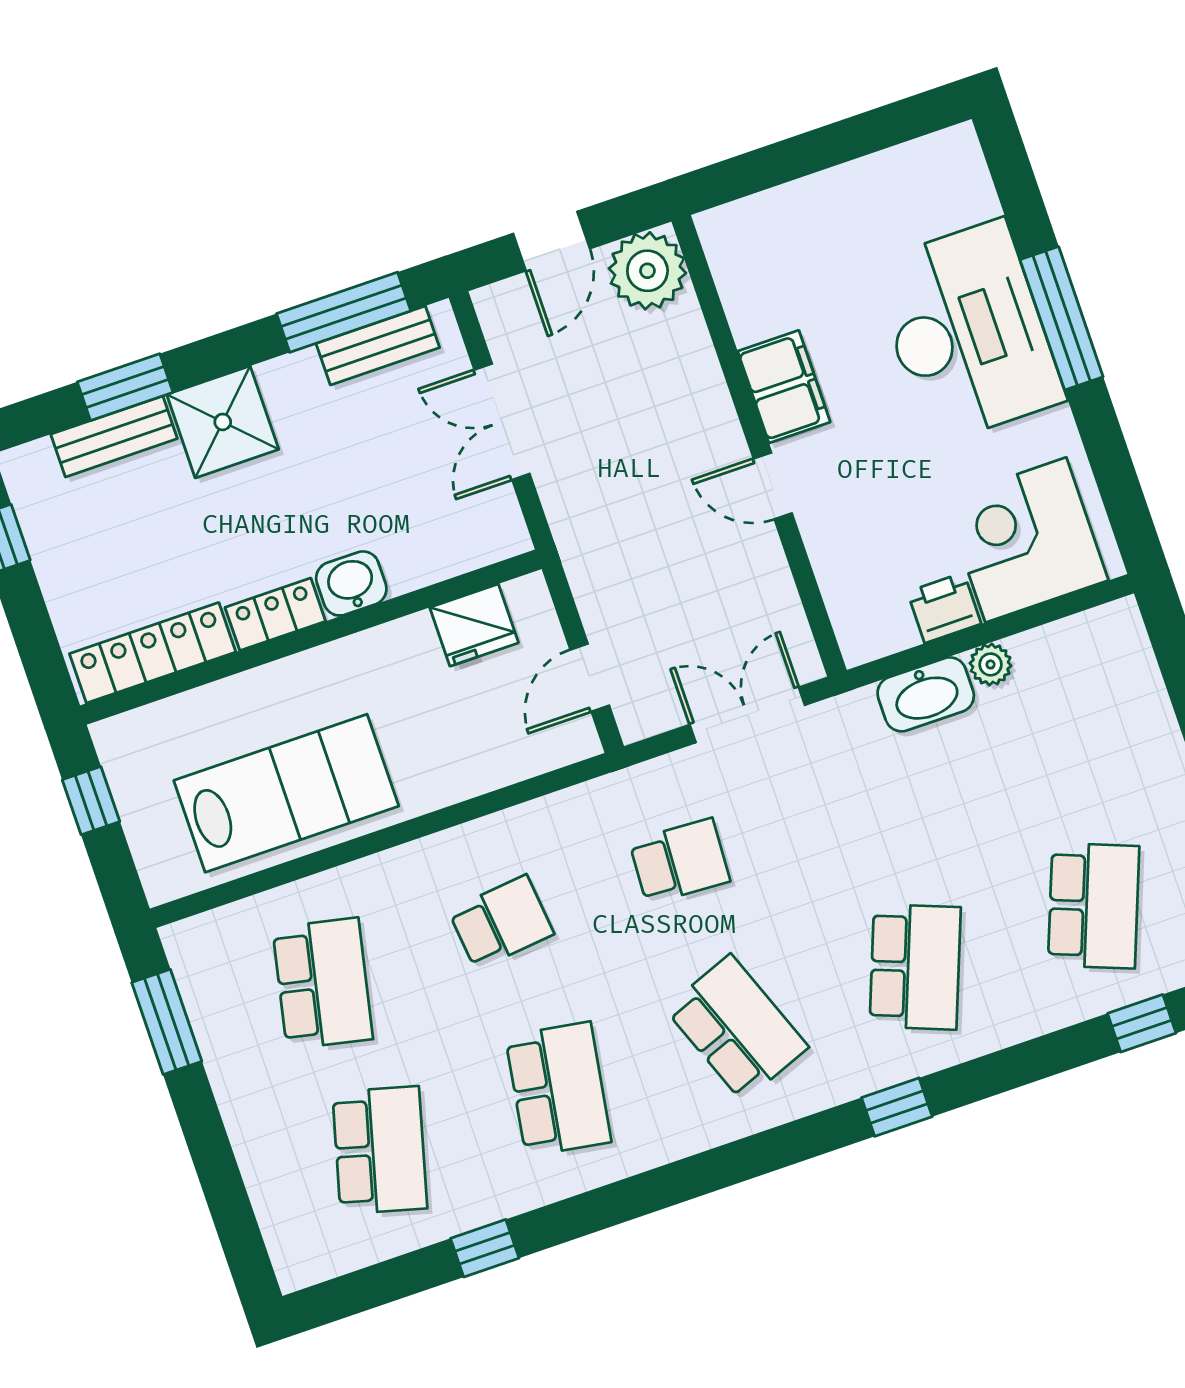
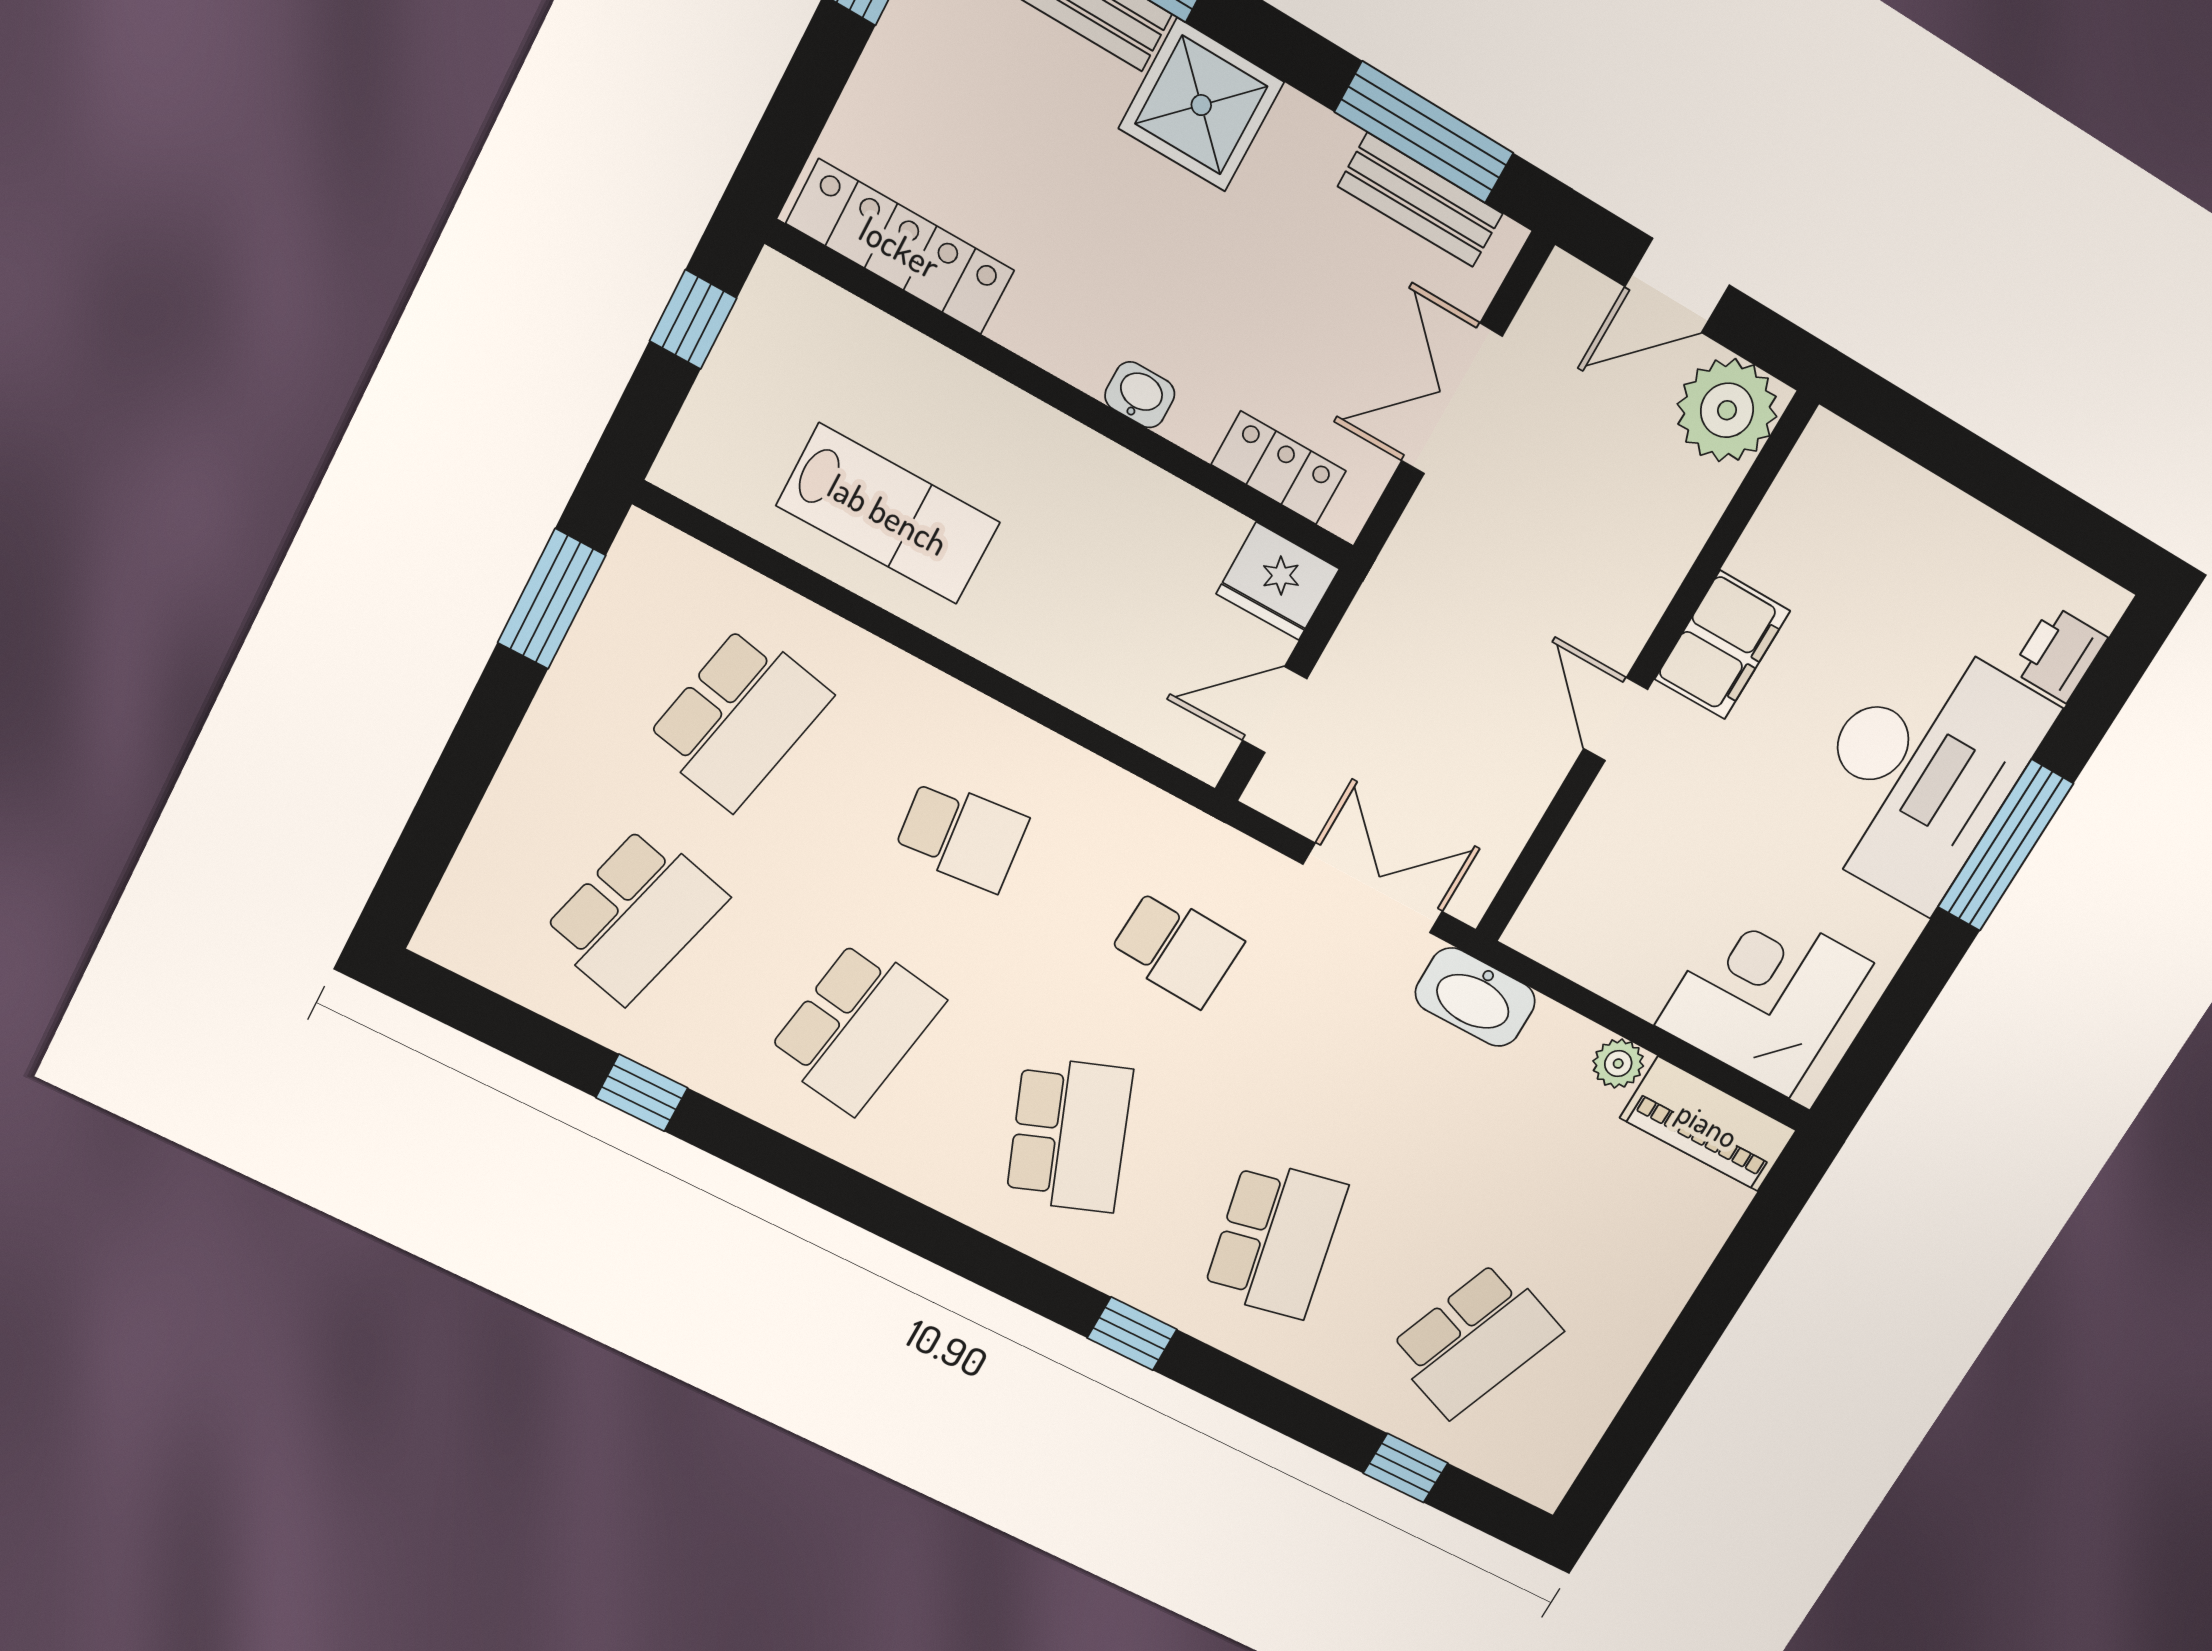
washbasin: (351, 583) -> (1140, 395), width x0.72, depth x0.69
printer: (944, 608) -> (2059, 654), moved, turned -90
locker: (275, 614) -> (1279, 468), moved
fridge: (474, 625) -> (1278, 581), moved
piano: (1080, 643) -> (1708, 1124), added
washbasin: (926, 694) -> (1475, 997), moved
lab bench: (286, 793) -> (888, 514), width x0.73, depth x0.72
school desk: (915, 967) -> (1275, 1239), turned -33

